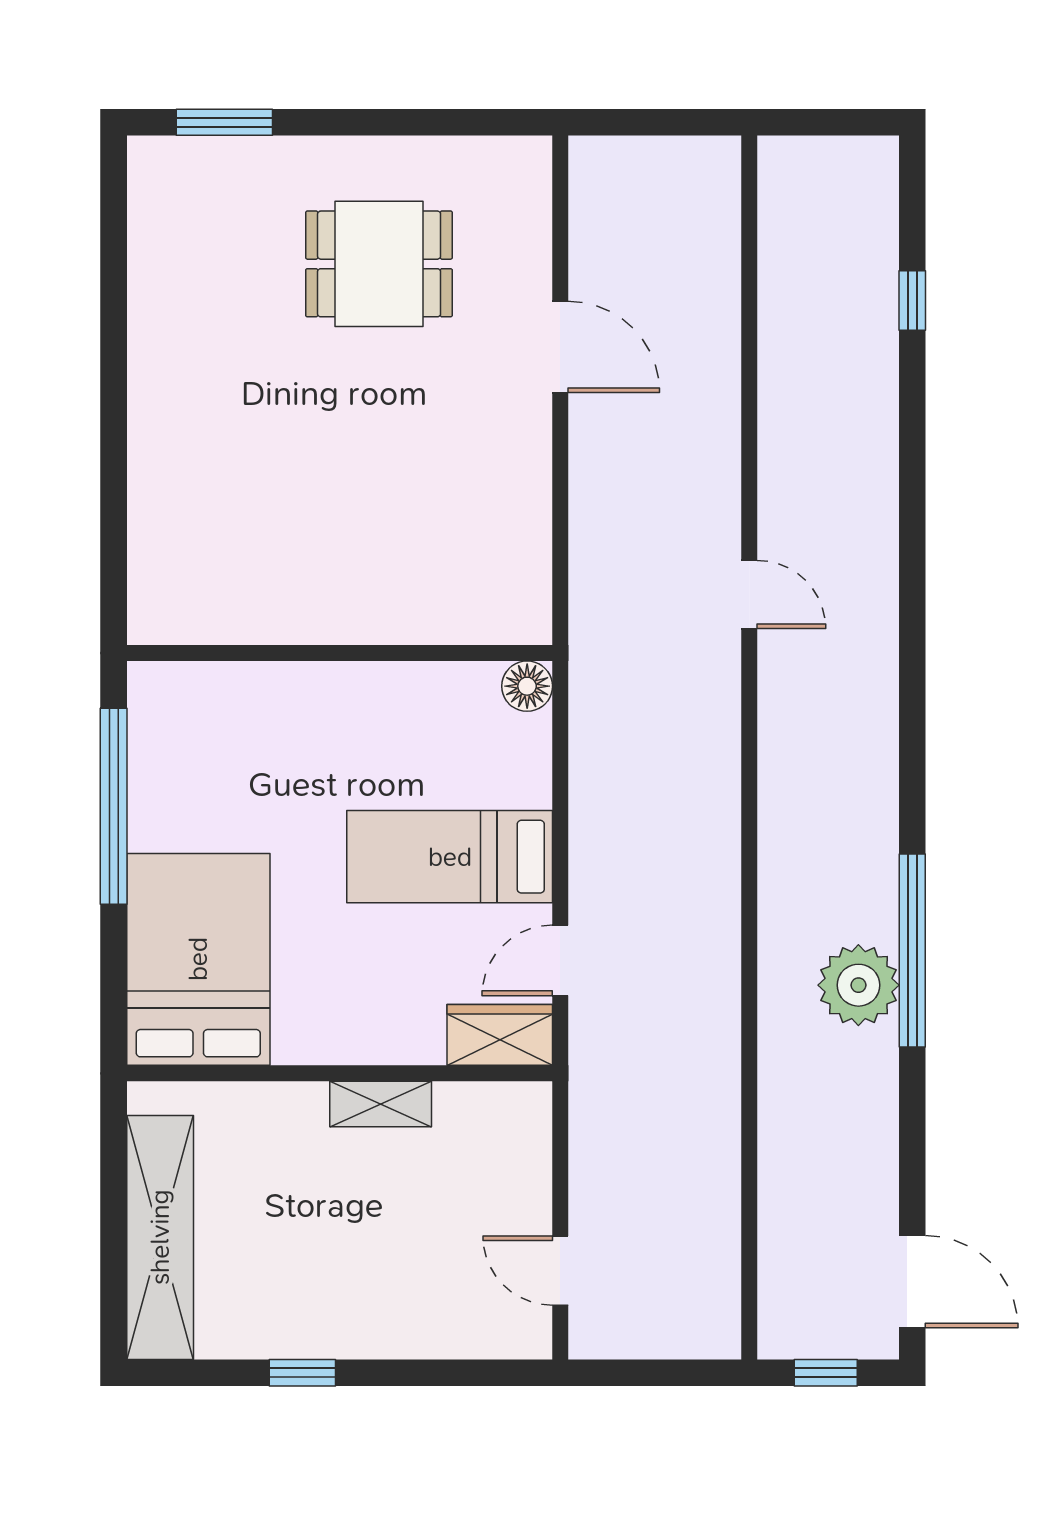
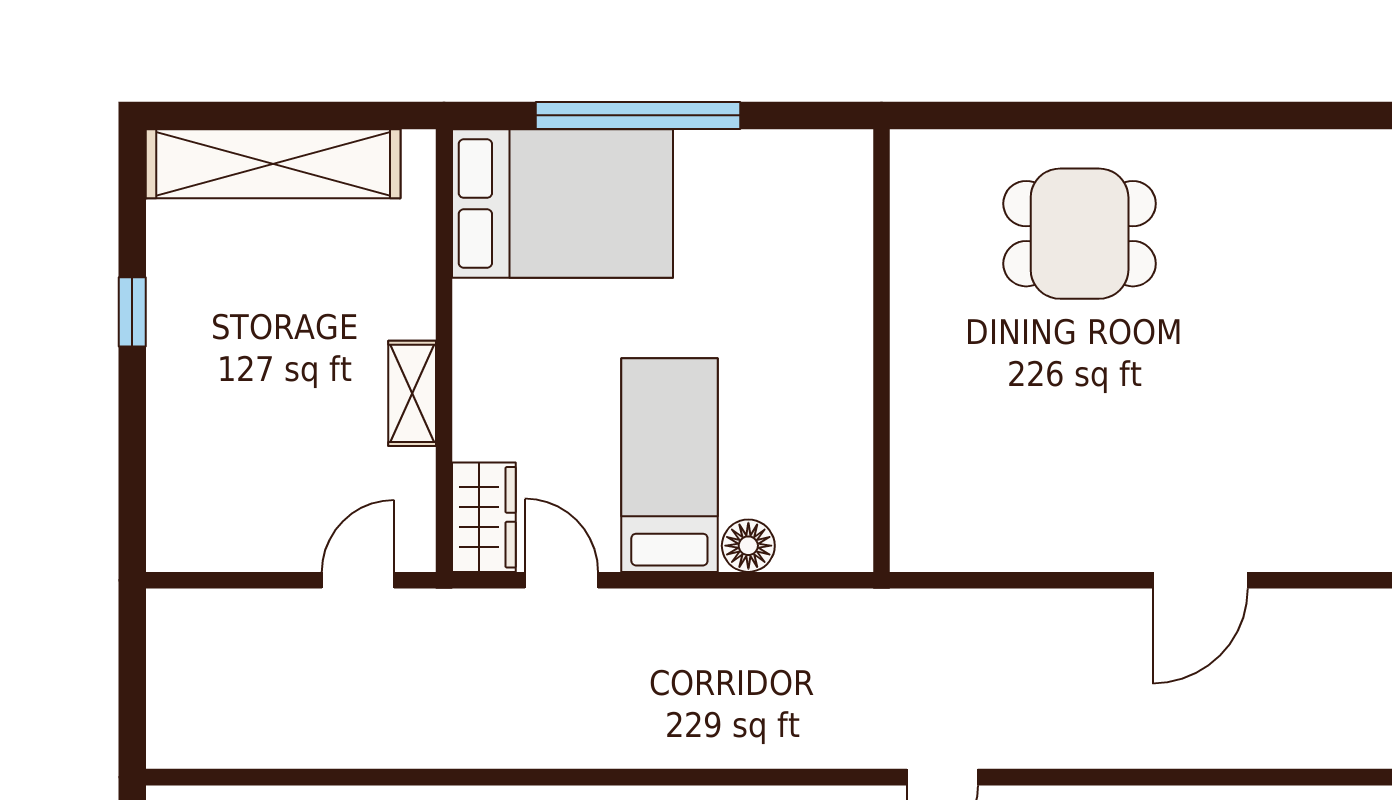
dining table: (379, 264) -> (1080, 234), moved, turned 90
floor lamp: (527, 686) -> (748, 546), moved
window: (114, 806) -> (638, 115), moved
door: (560, 1271) -> (358, 580), moved

